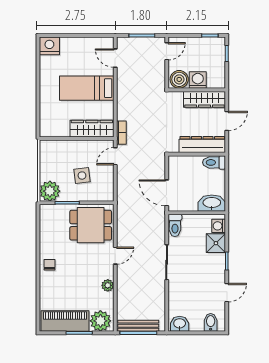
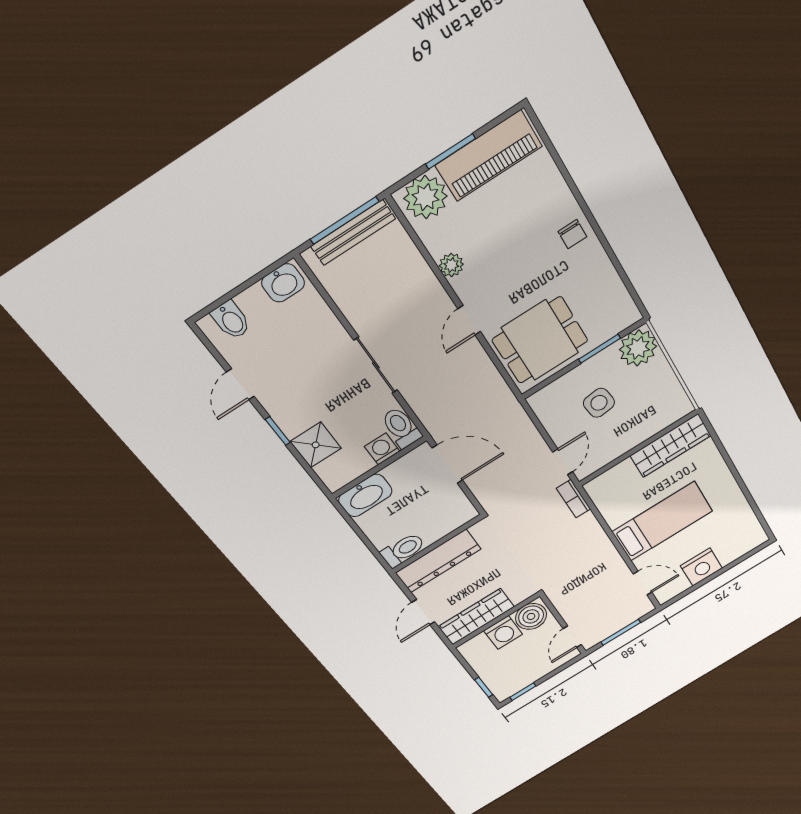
nightstand: (49, 46) -> (701, 567), moved
wardrobe: (92, 129) -> (671, 446), moved
washing machine: (219, 226) -> (382, 449), moved, turned -90

